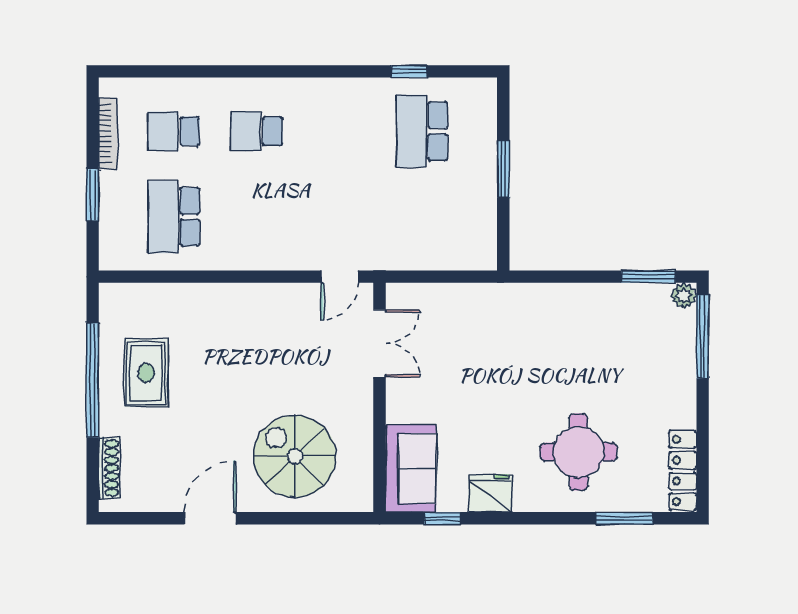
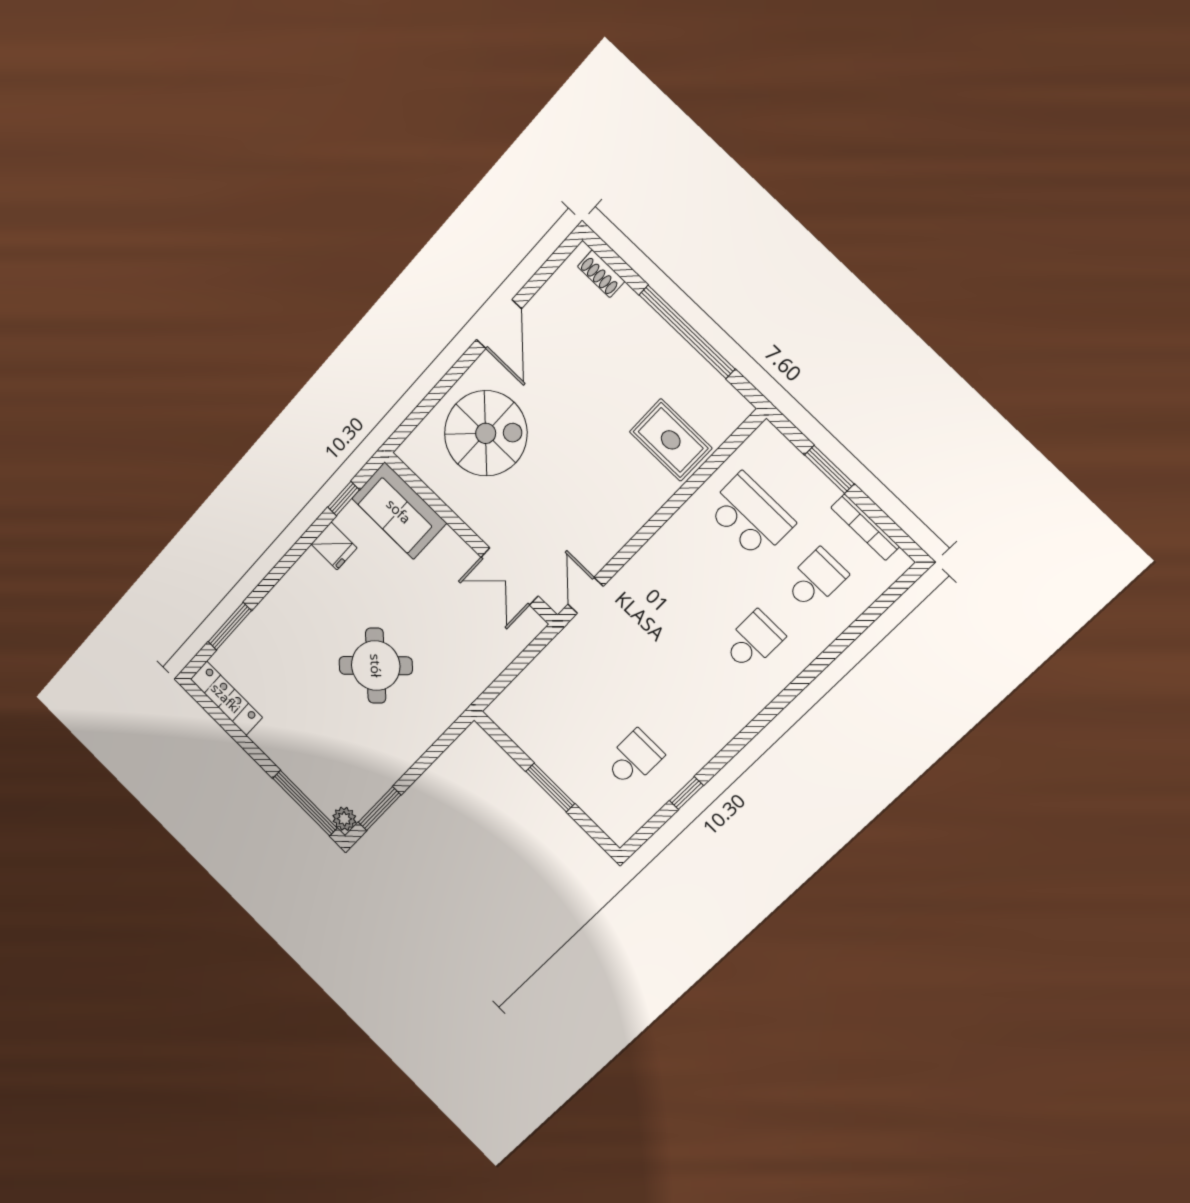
school desk: (422, 131) -> (634, 759), width x0.54
rug: (146, 373) -> (671, 440), moved
round table: (578, 452) -> (376, 666), moved, turned 45
shoe rack: (109, 468) -> (601, 274), width x0.70
fridge: (490, 493) -> (334, 546), width x0.72

